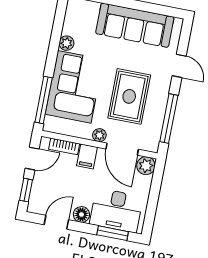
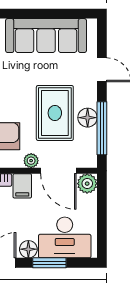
floor lamp: (158, 106) -> (88, 118), added
window: (113, 233) -> (49, 263), moved

